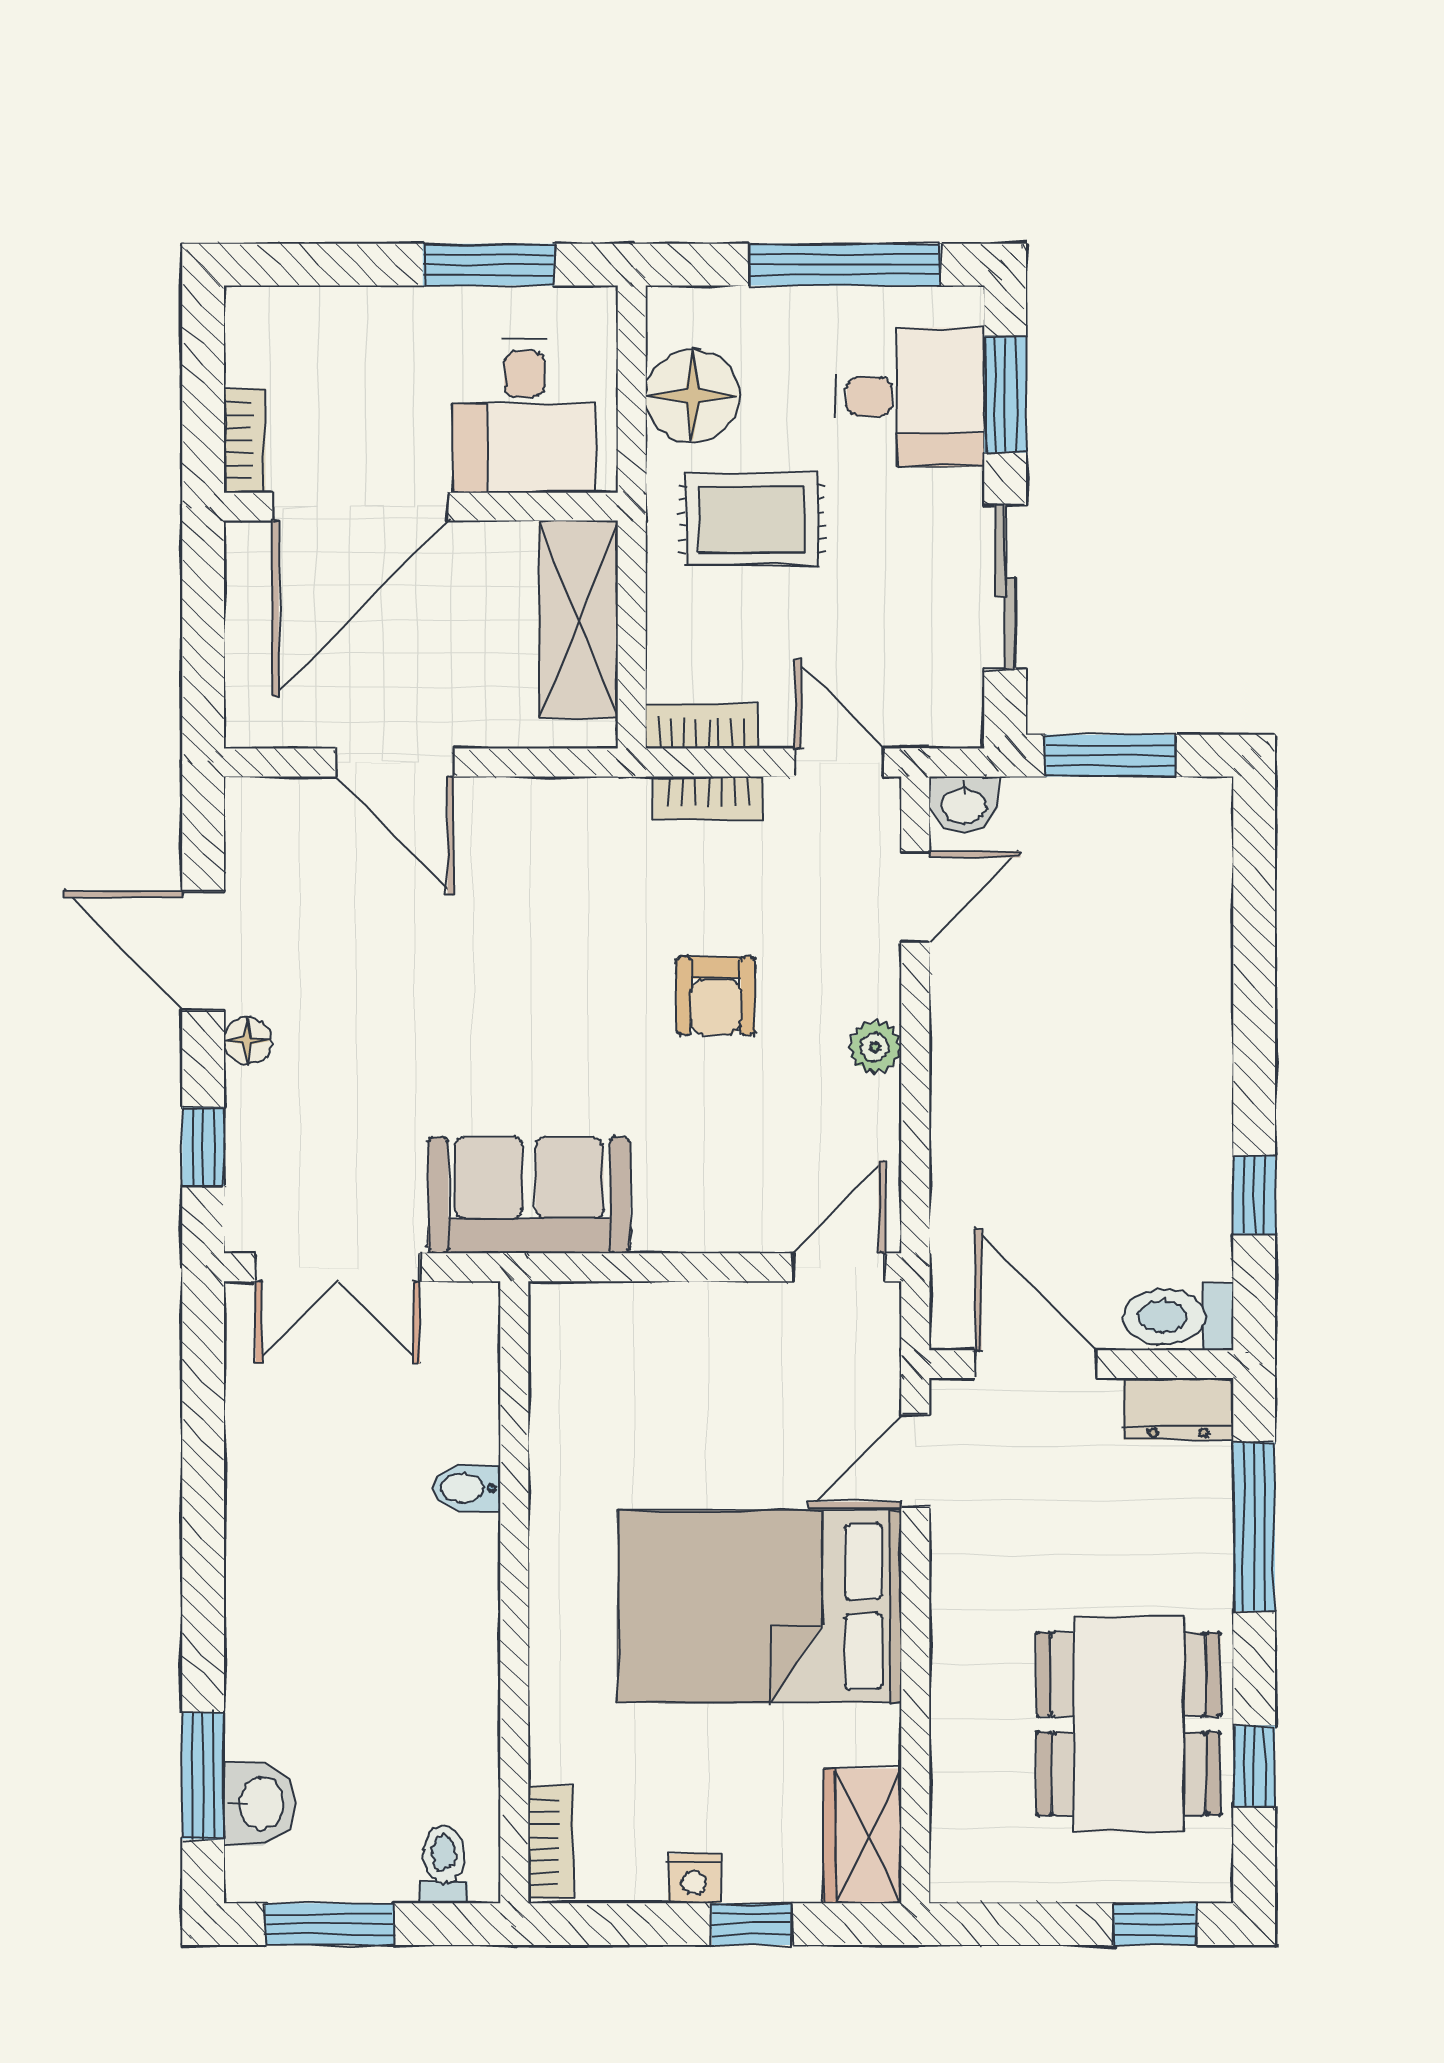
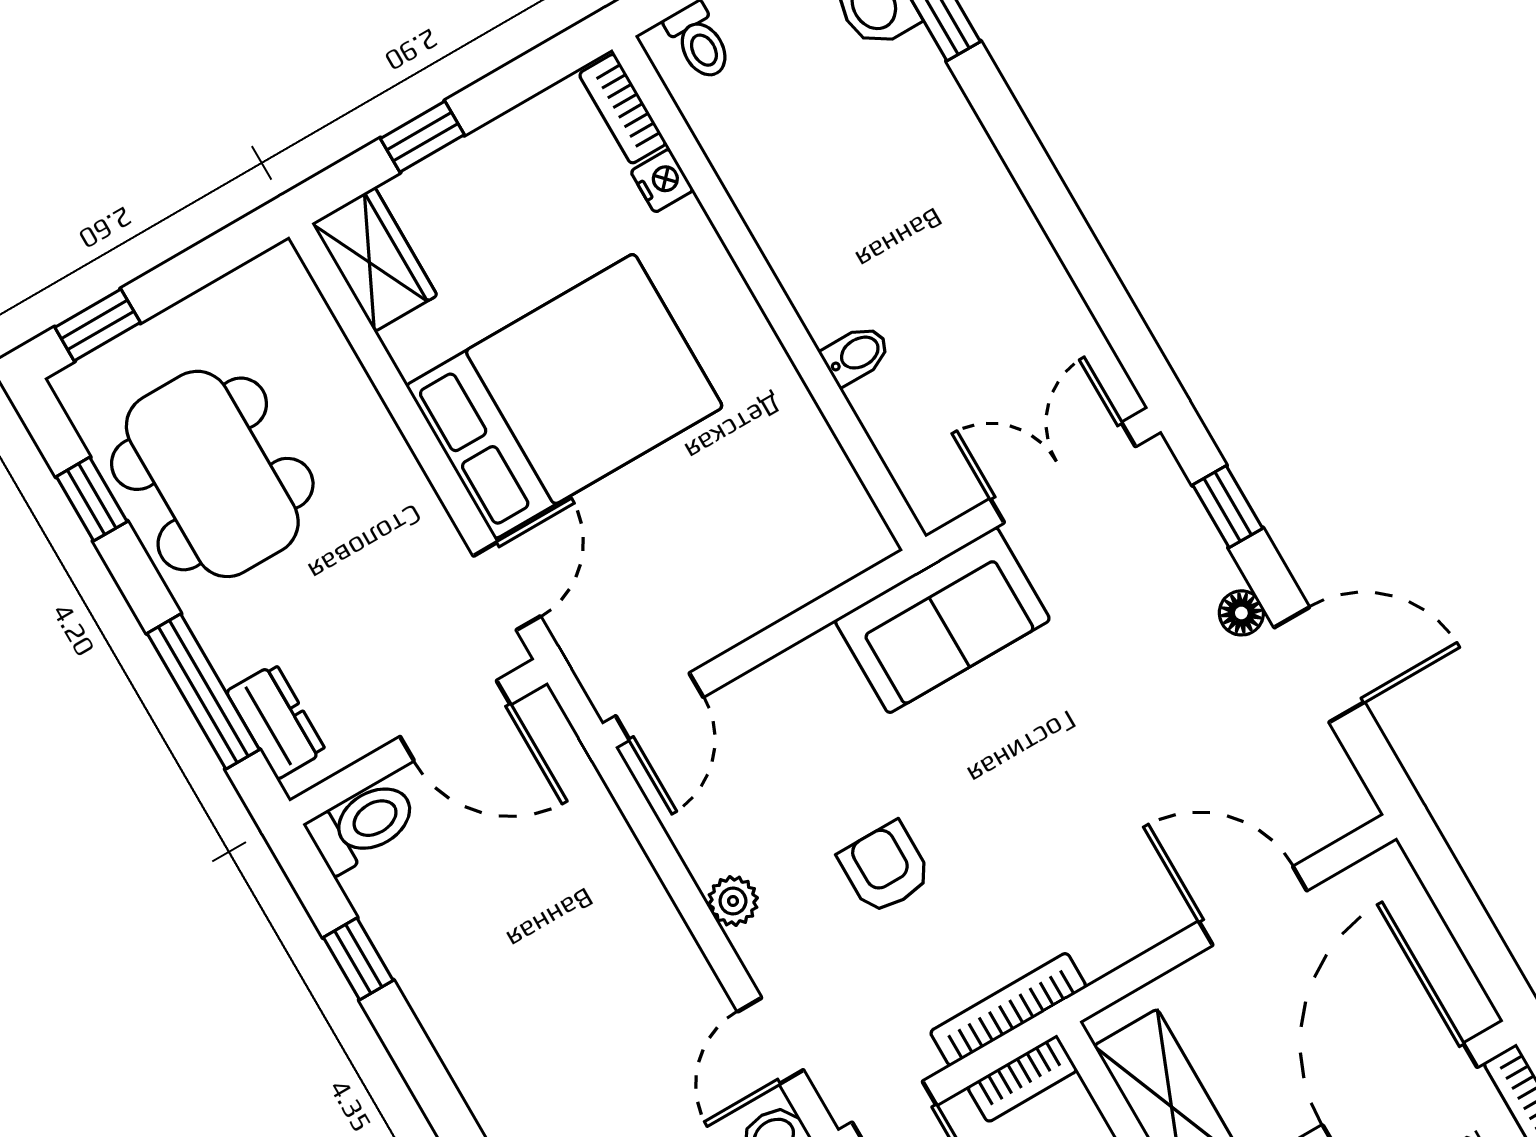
bookcase: (708, 798) -> (1008, 1009), width x1.56
dresser: (1178, 1409) -> (276, 721), moved, turned 90
nightstand: (694, 1879) -> (662, 181), moved, turned 90

